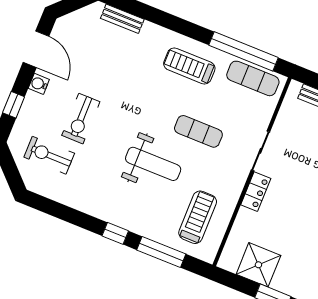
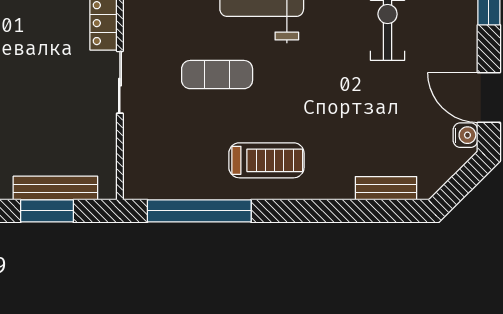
exercise mat: (253, 78) -> (171, 179), removed
water cooler: (39, 84) -> (465, 135), moved

